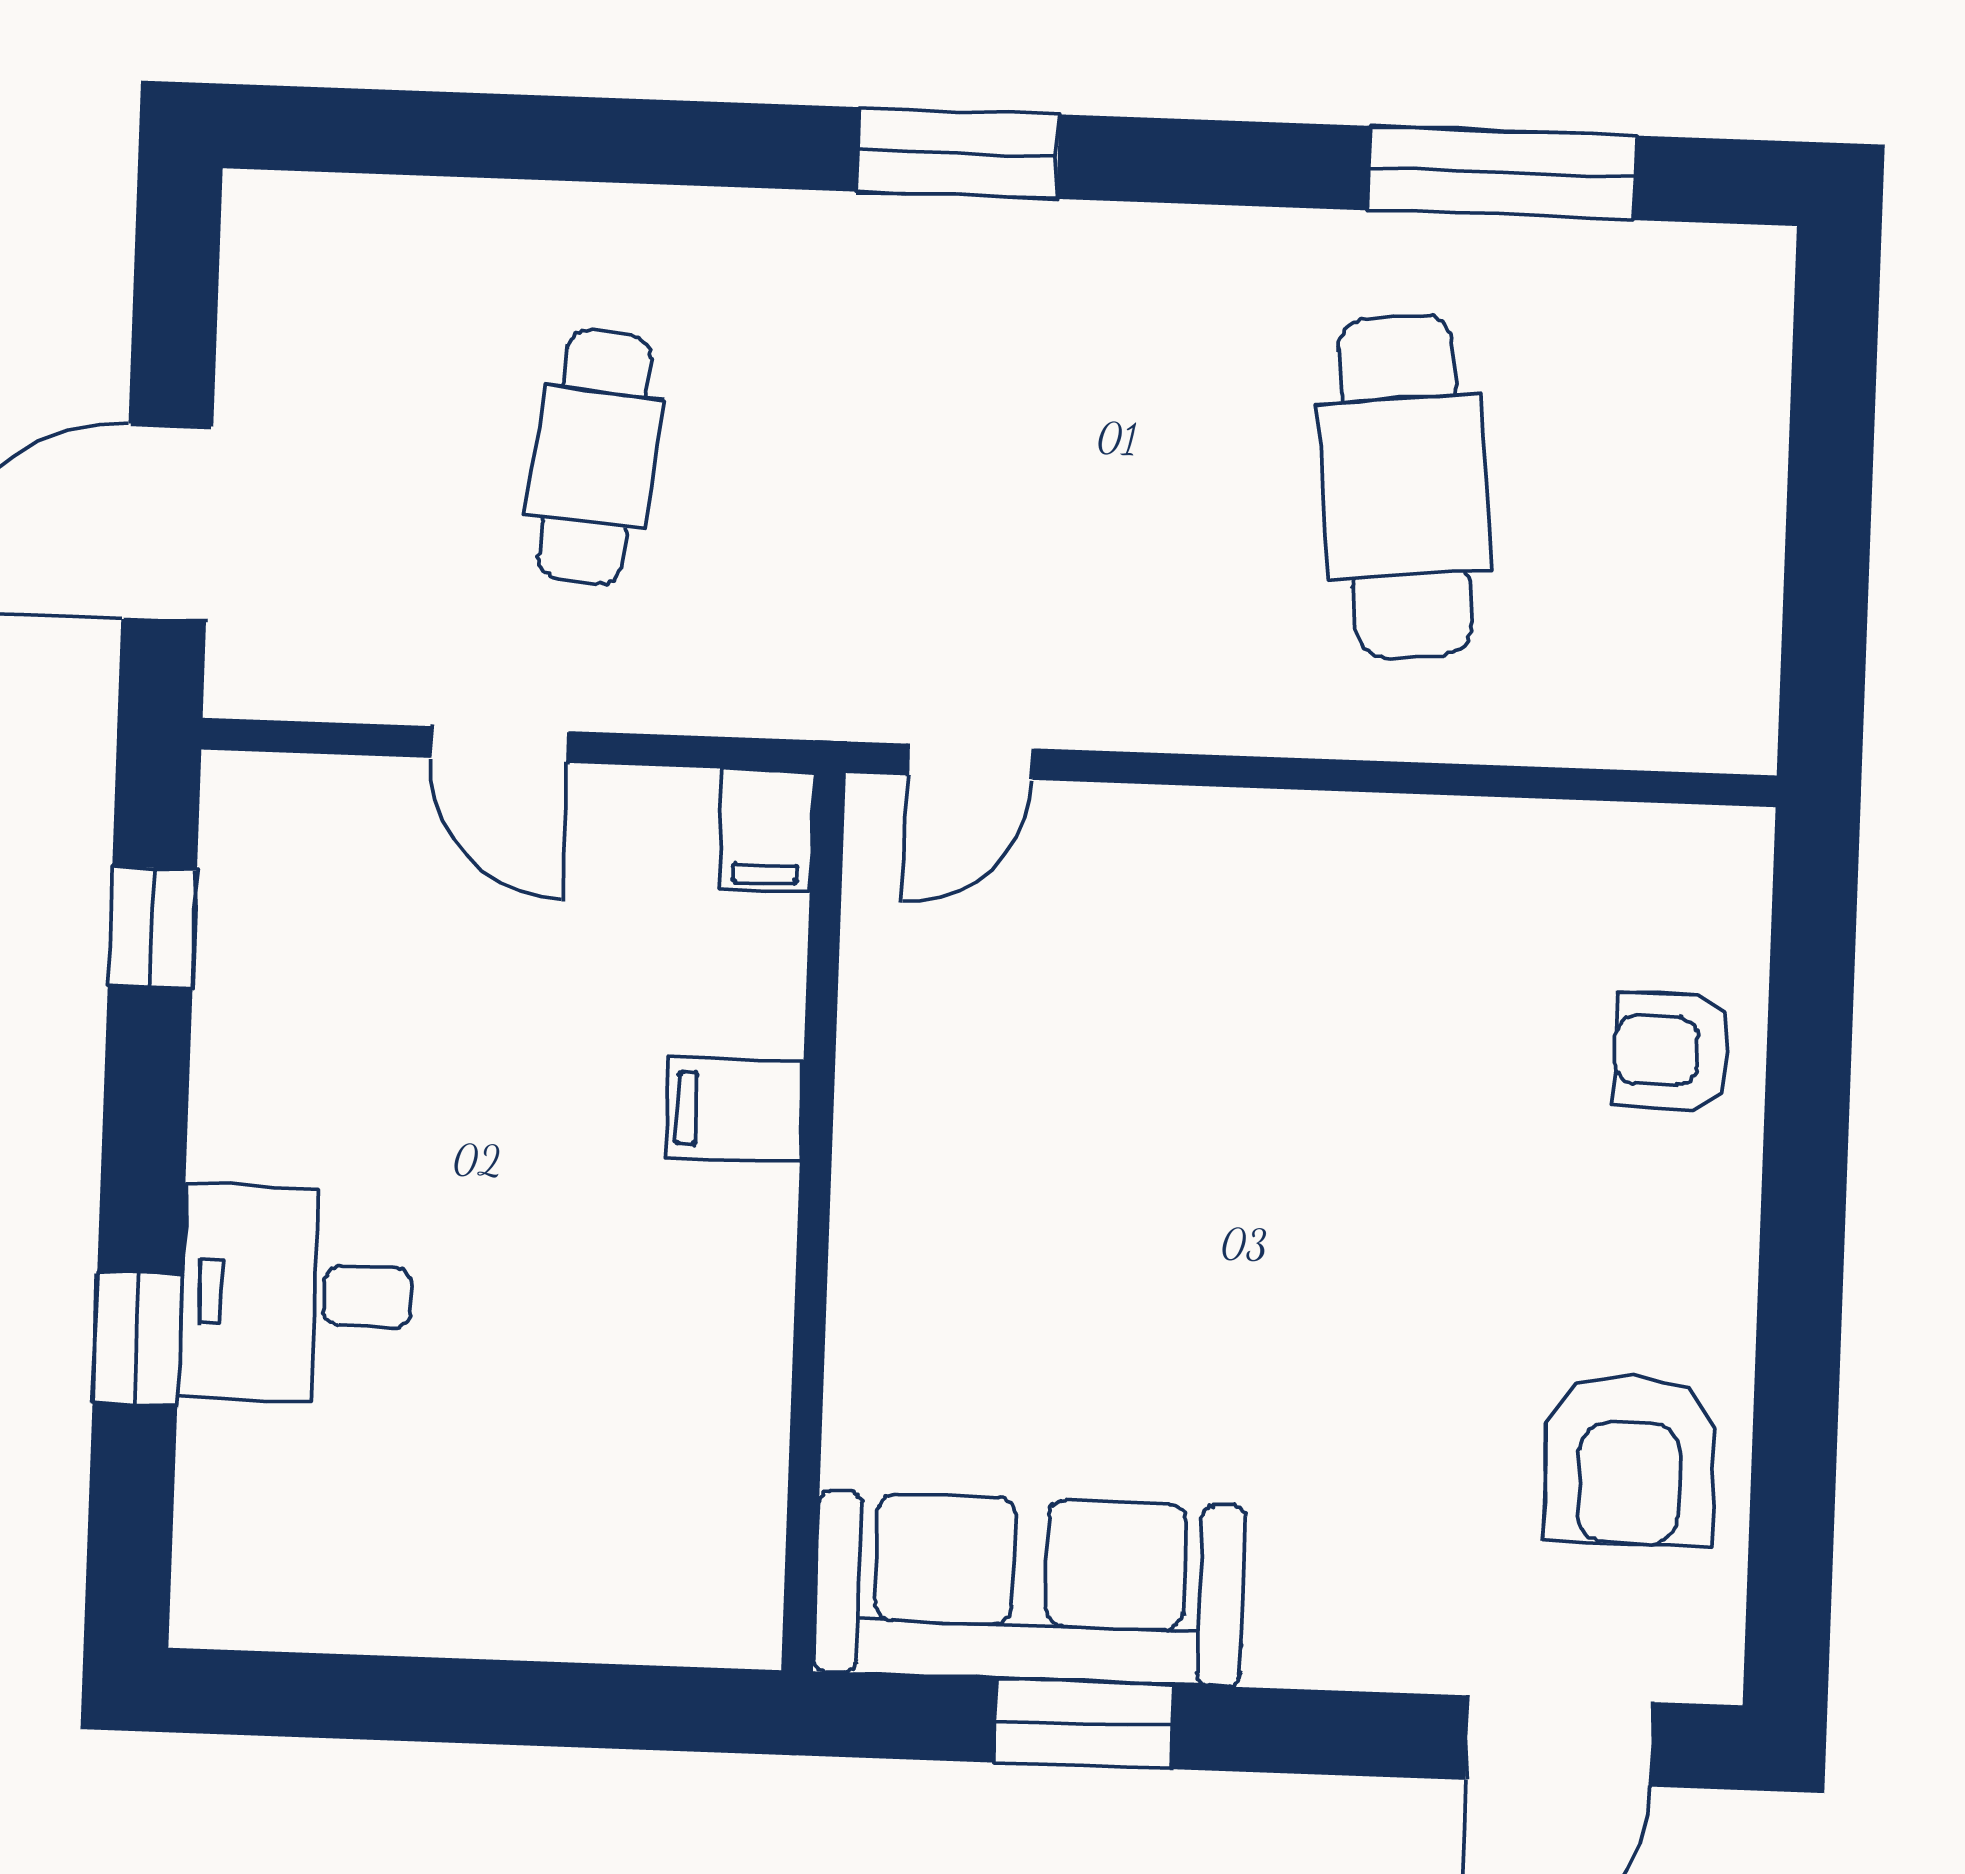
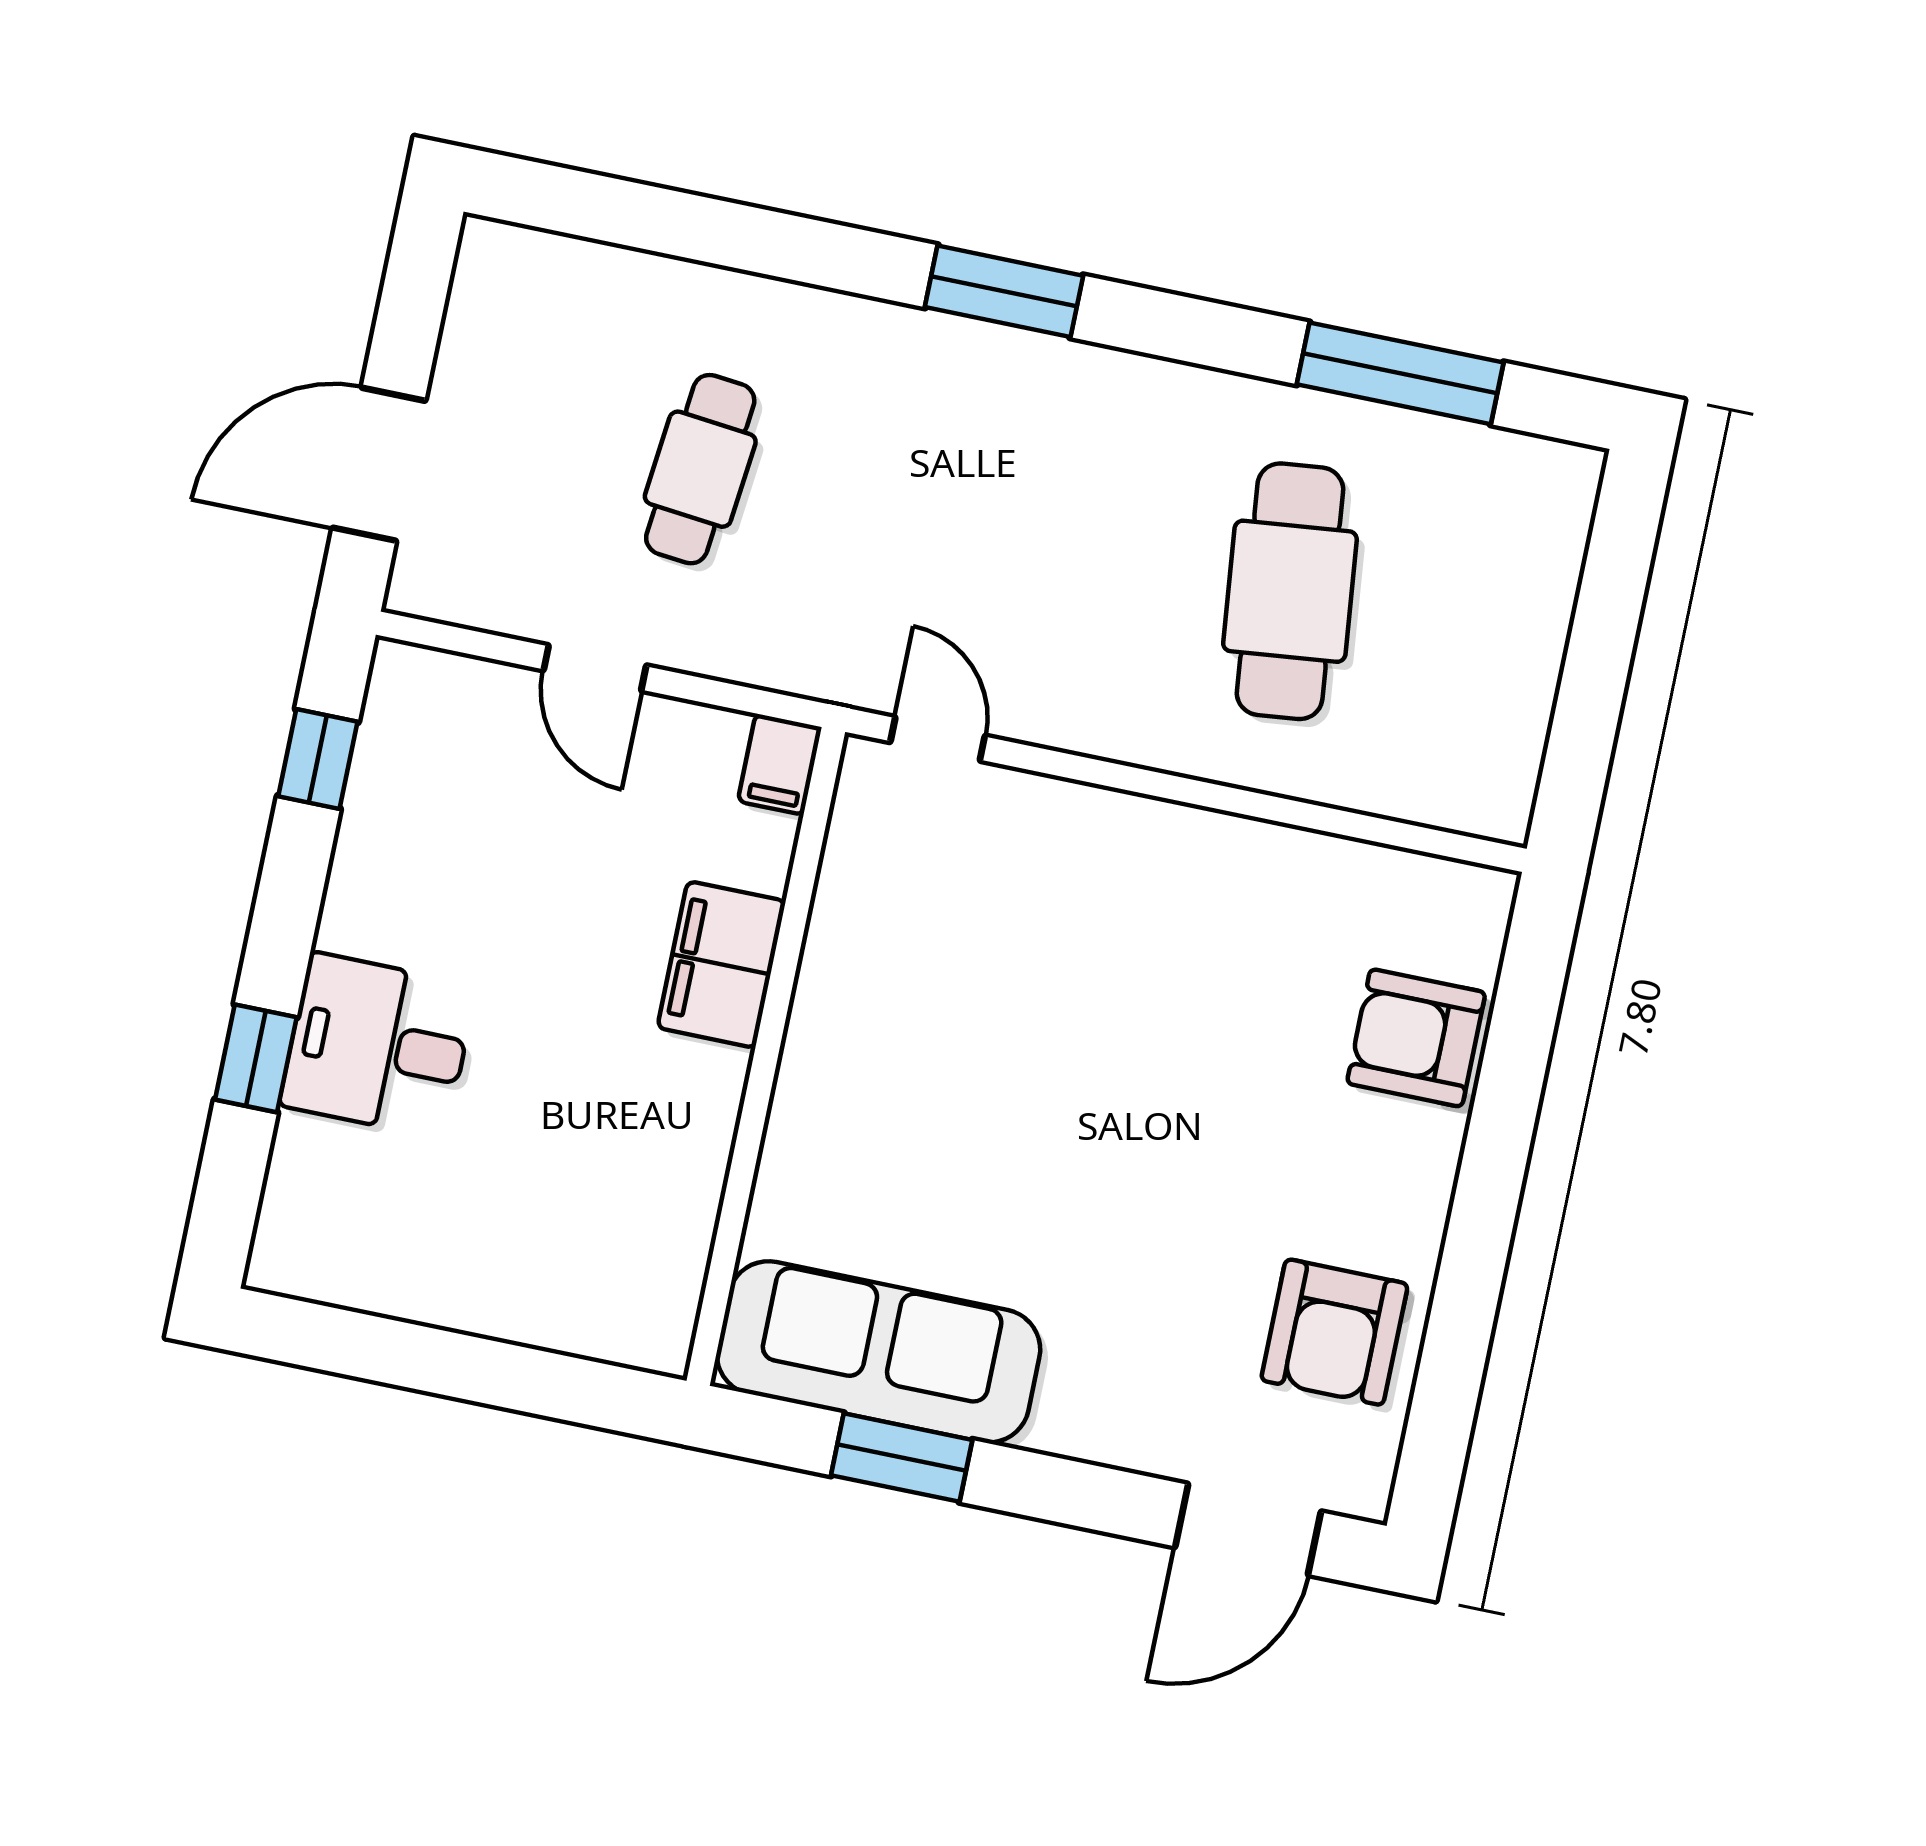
door: (970, 762) -> (938, 739), swing flipped
armchair: (1672, 1051) -> (1416, 1038), width x1.38, depth x1.38
filing cabinet: (734, 1110) -> (722, 964), width x2.00

